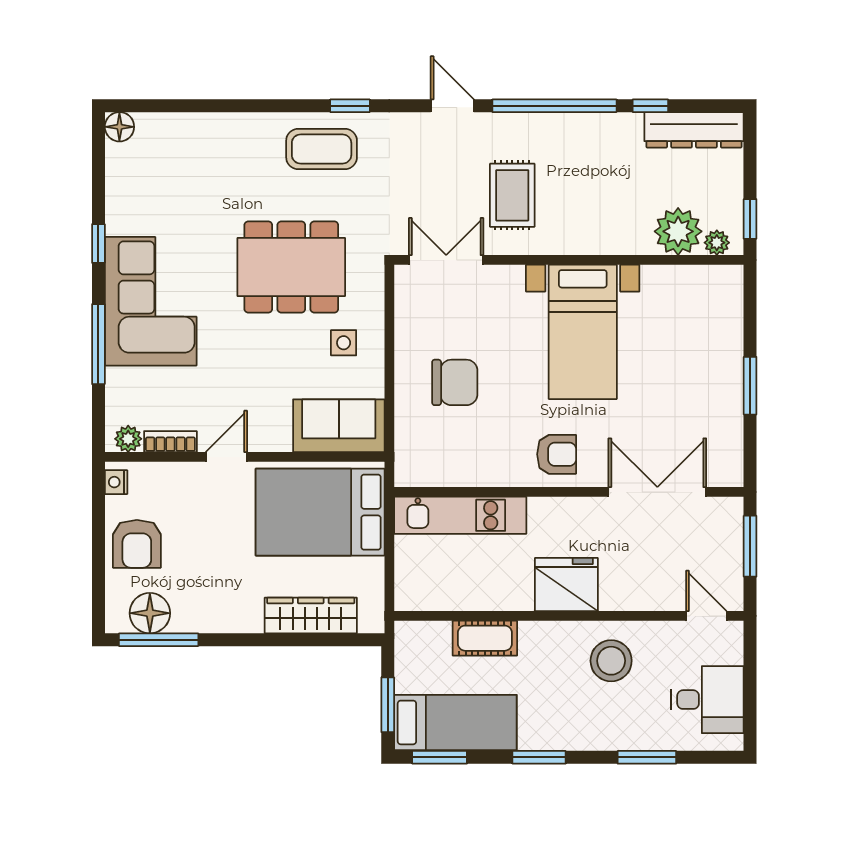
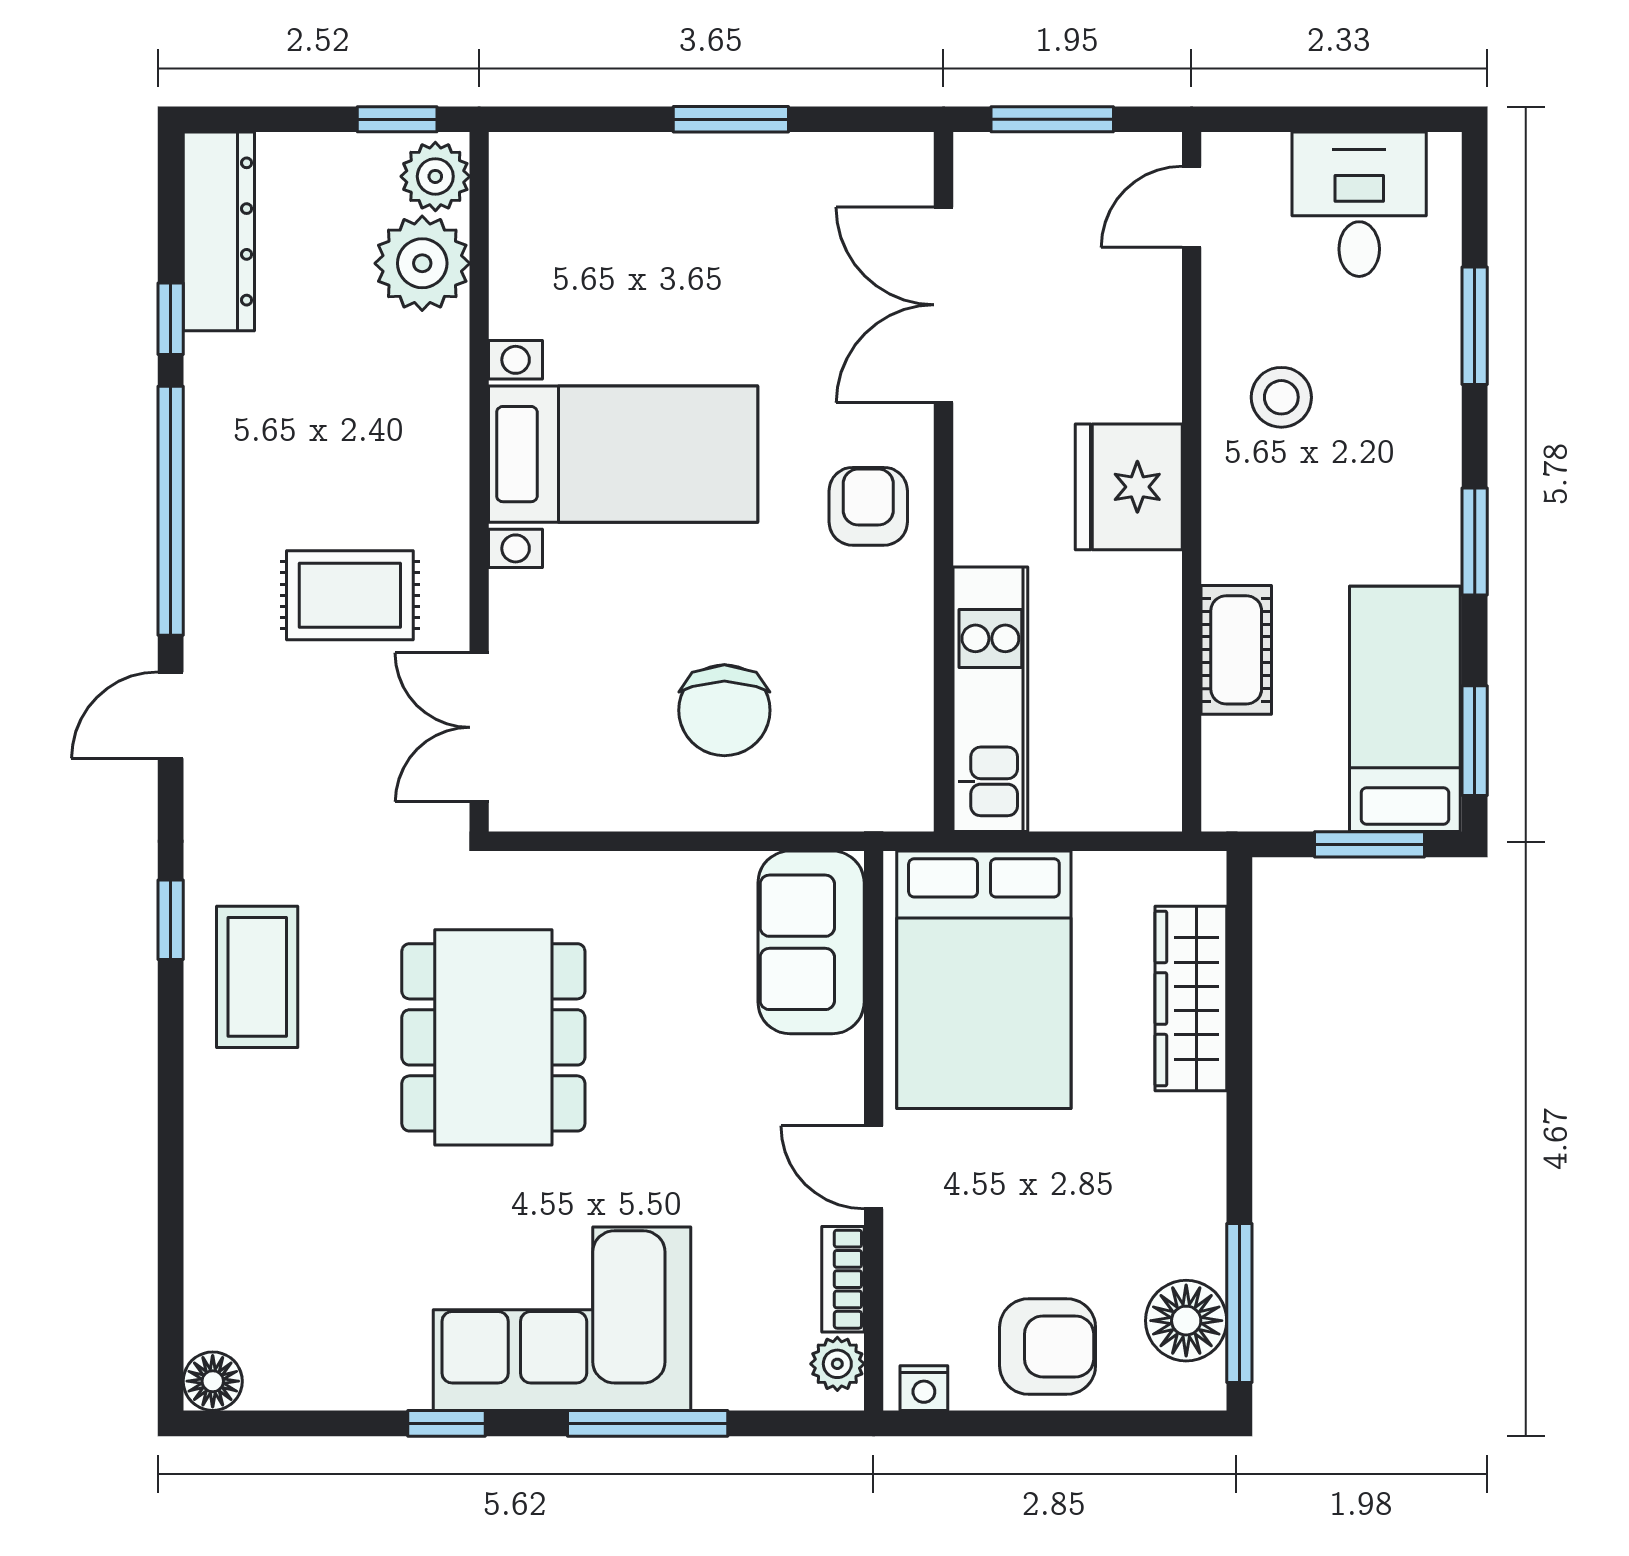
plant: (717, 243) -> (435, 176), width x1.38, depth x1.38
side table: (344, 343) -> (645, 933), removed
chair: (455, 382) -> (724, 710), turned 180
stool: (611, 661) -> (1281, 397), width x0.73, depth x0.73

